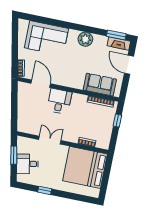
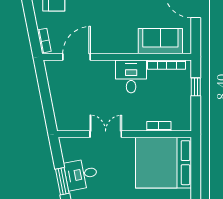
door: (41, 84) -> (77, 57), hinge flipped
desk: (59, 101) -> (131, 76), moved
window: (14, 155) -> (62, 181), moved

